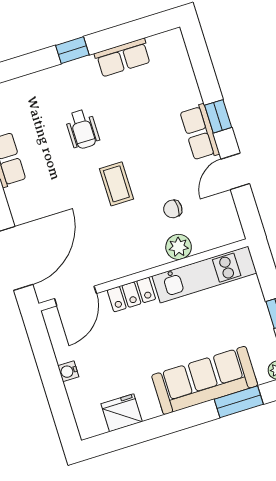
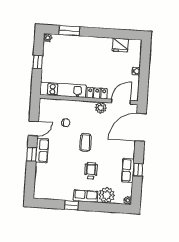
window: (72, 50) -> (71, 205), moved
row of seats: (123, 58) -> (86, 196), moved
plant: (31, 92) -> (107, 195), added
plant: (179, 247) -> (101, 108), moved
sofa: (205, 380) -> (80, 45), removed

